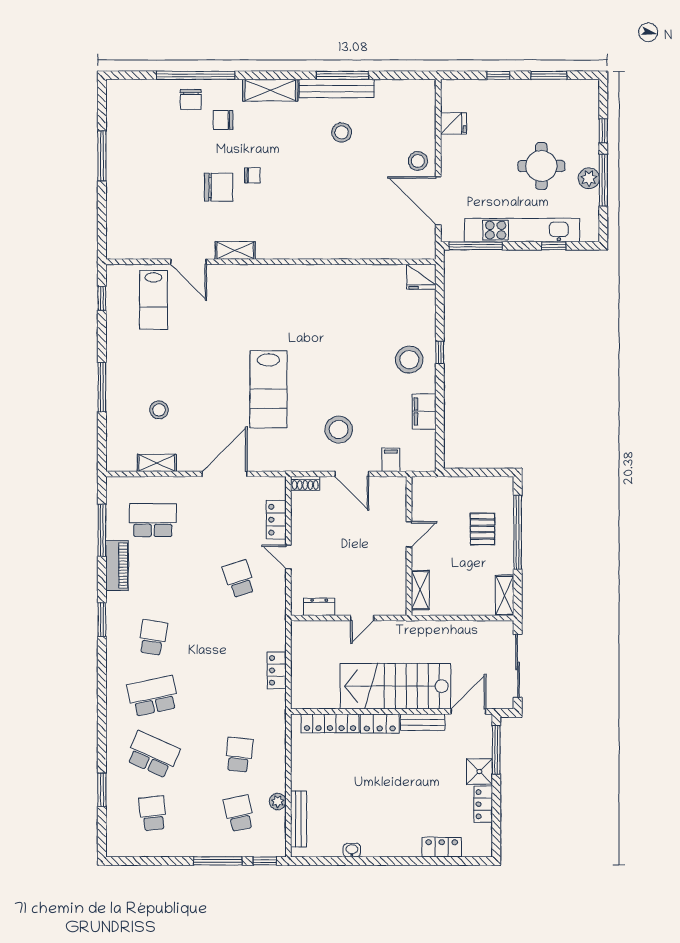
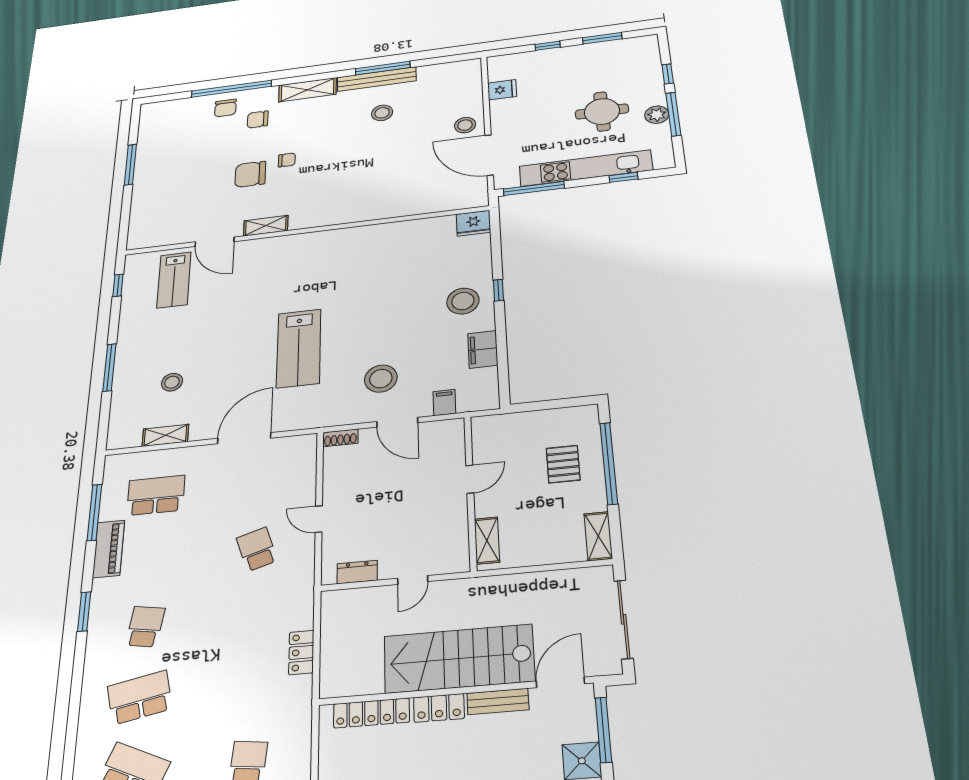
chair: (219, 187) -> (250, 174), turned 180
locker: (276, 520) -> (305, 480), removed

